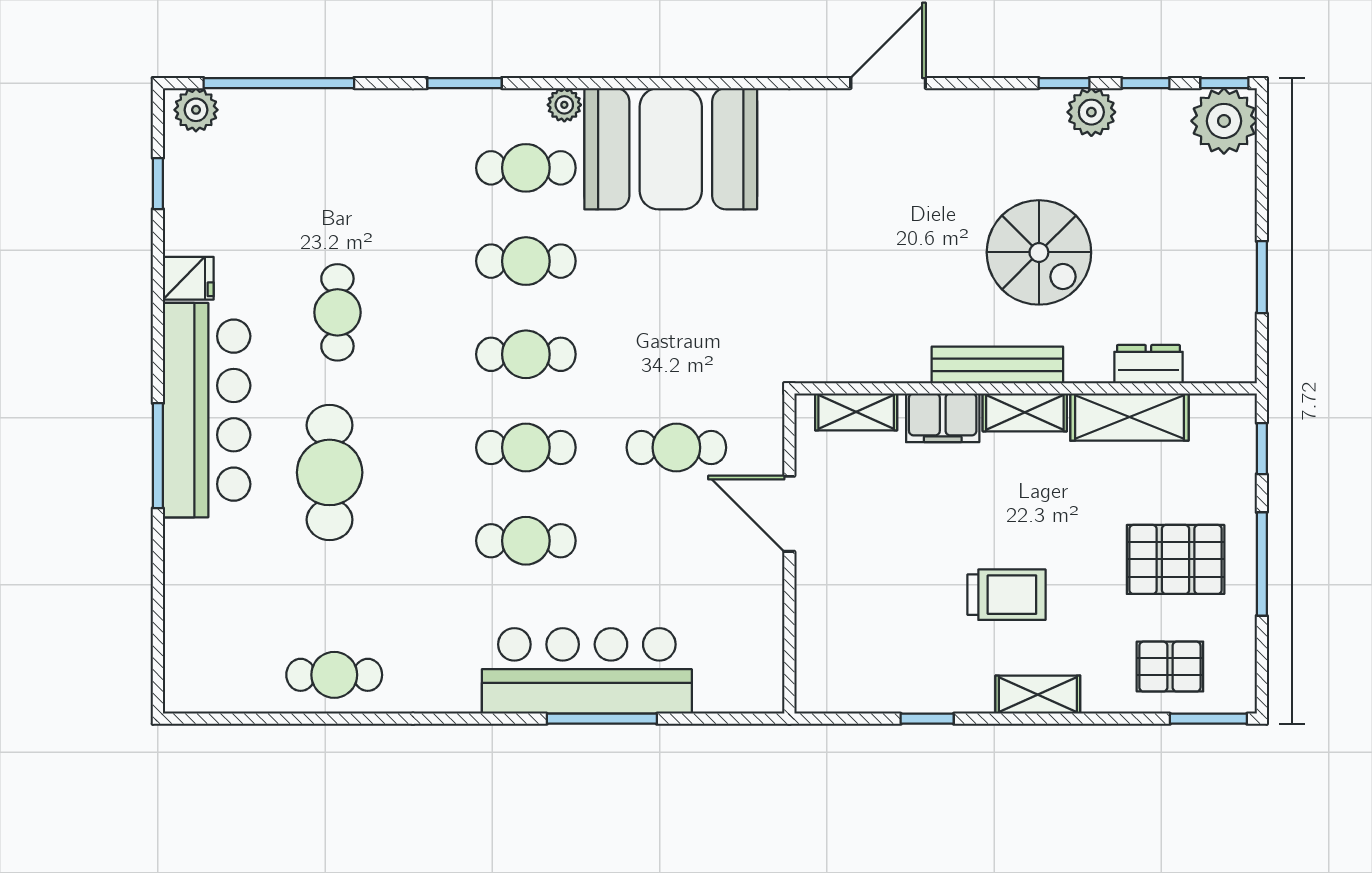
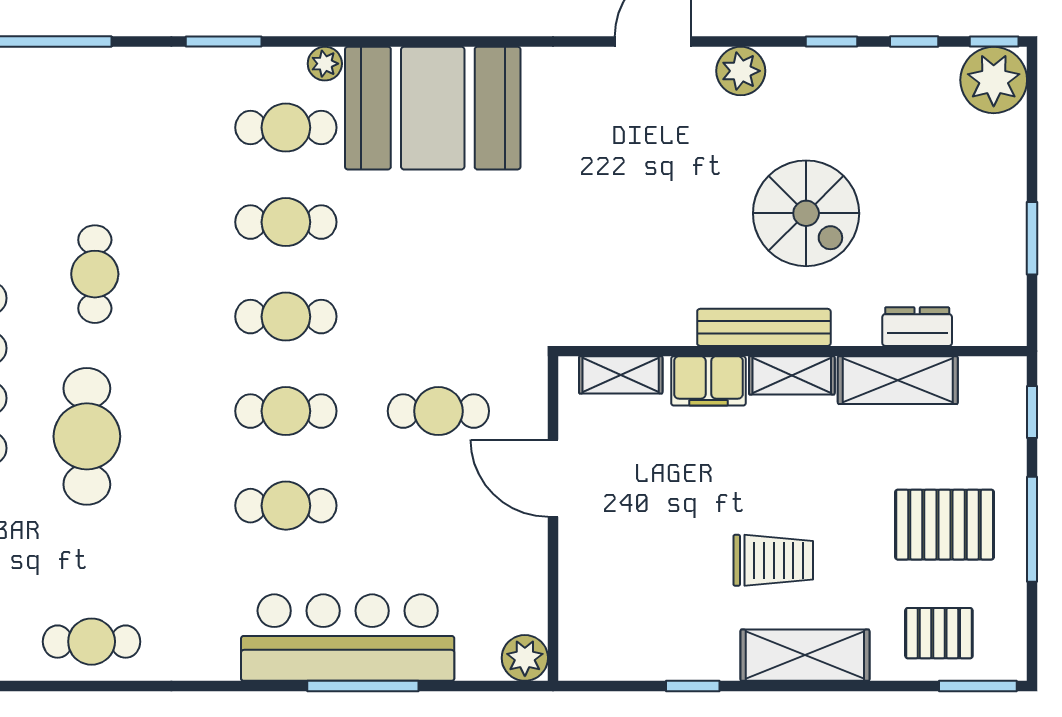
plant: (1091, 112) -> (741, 71), moved
plant: (762, 691) -> (525, 658), added
shelving: (1038, 695) -> (805, 655), width x1.50, depth x1.33

